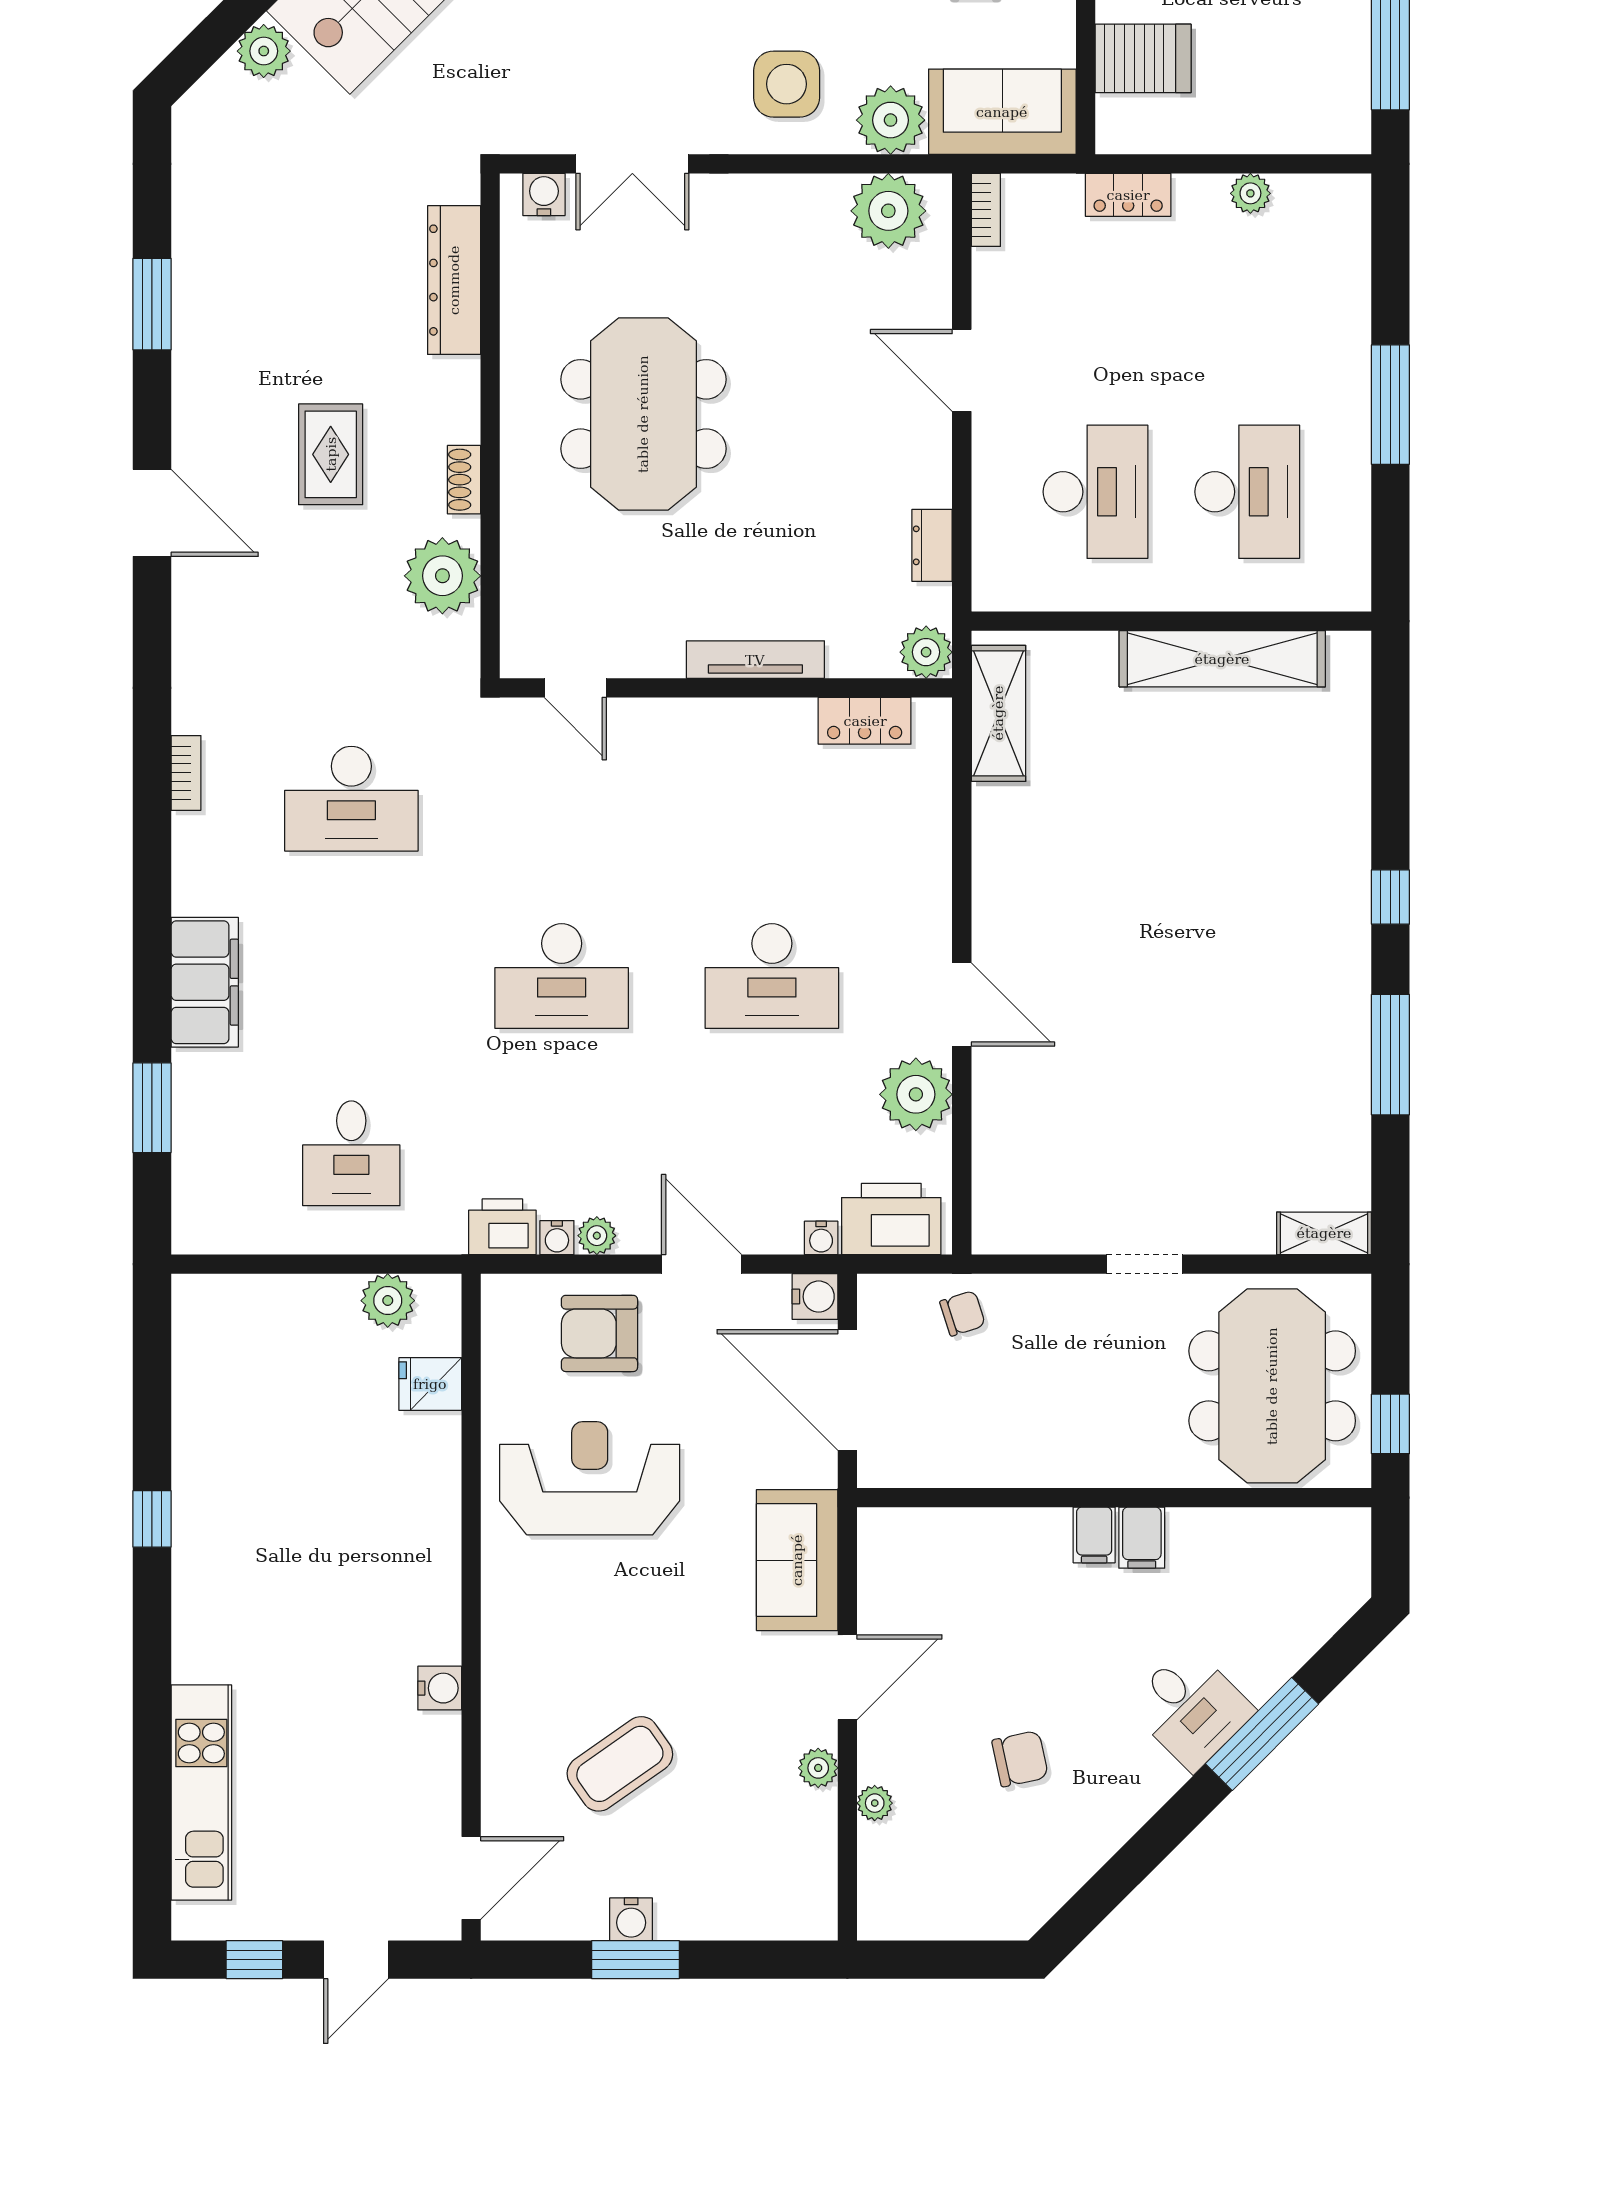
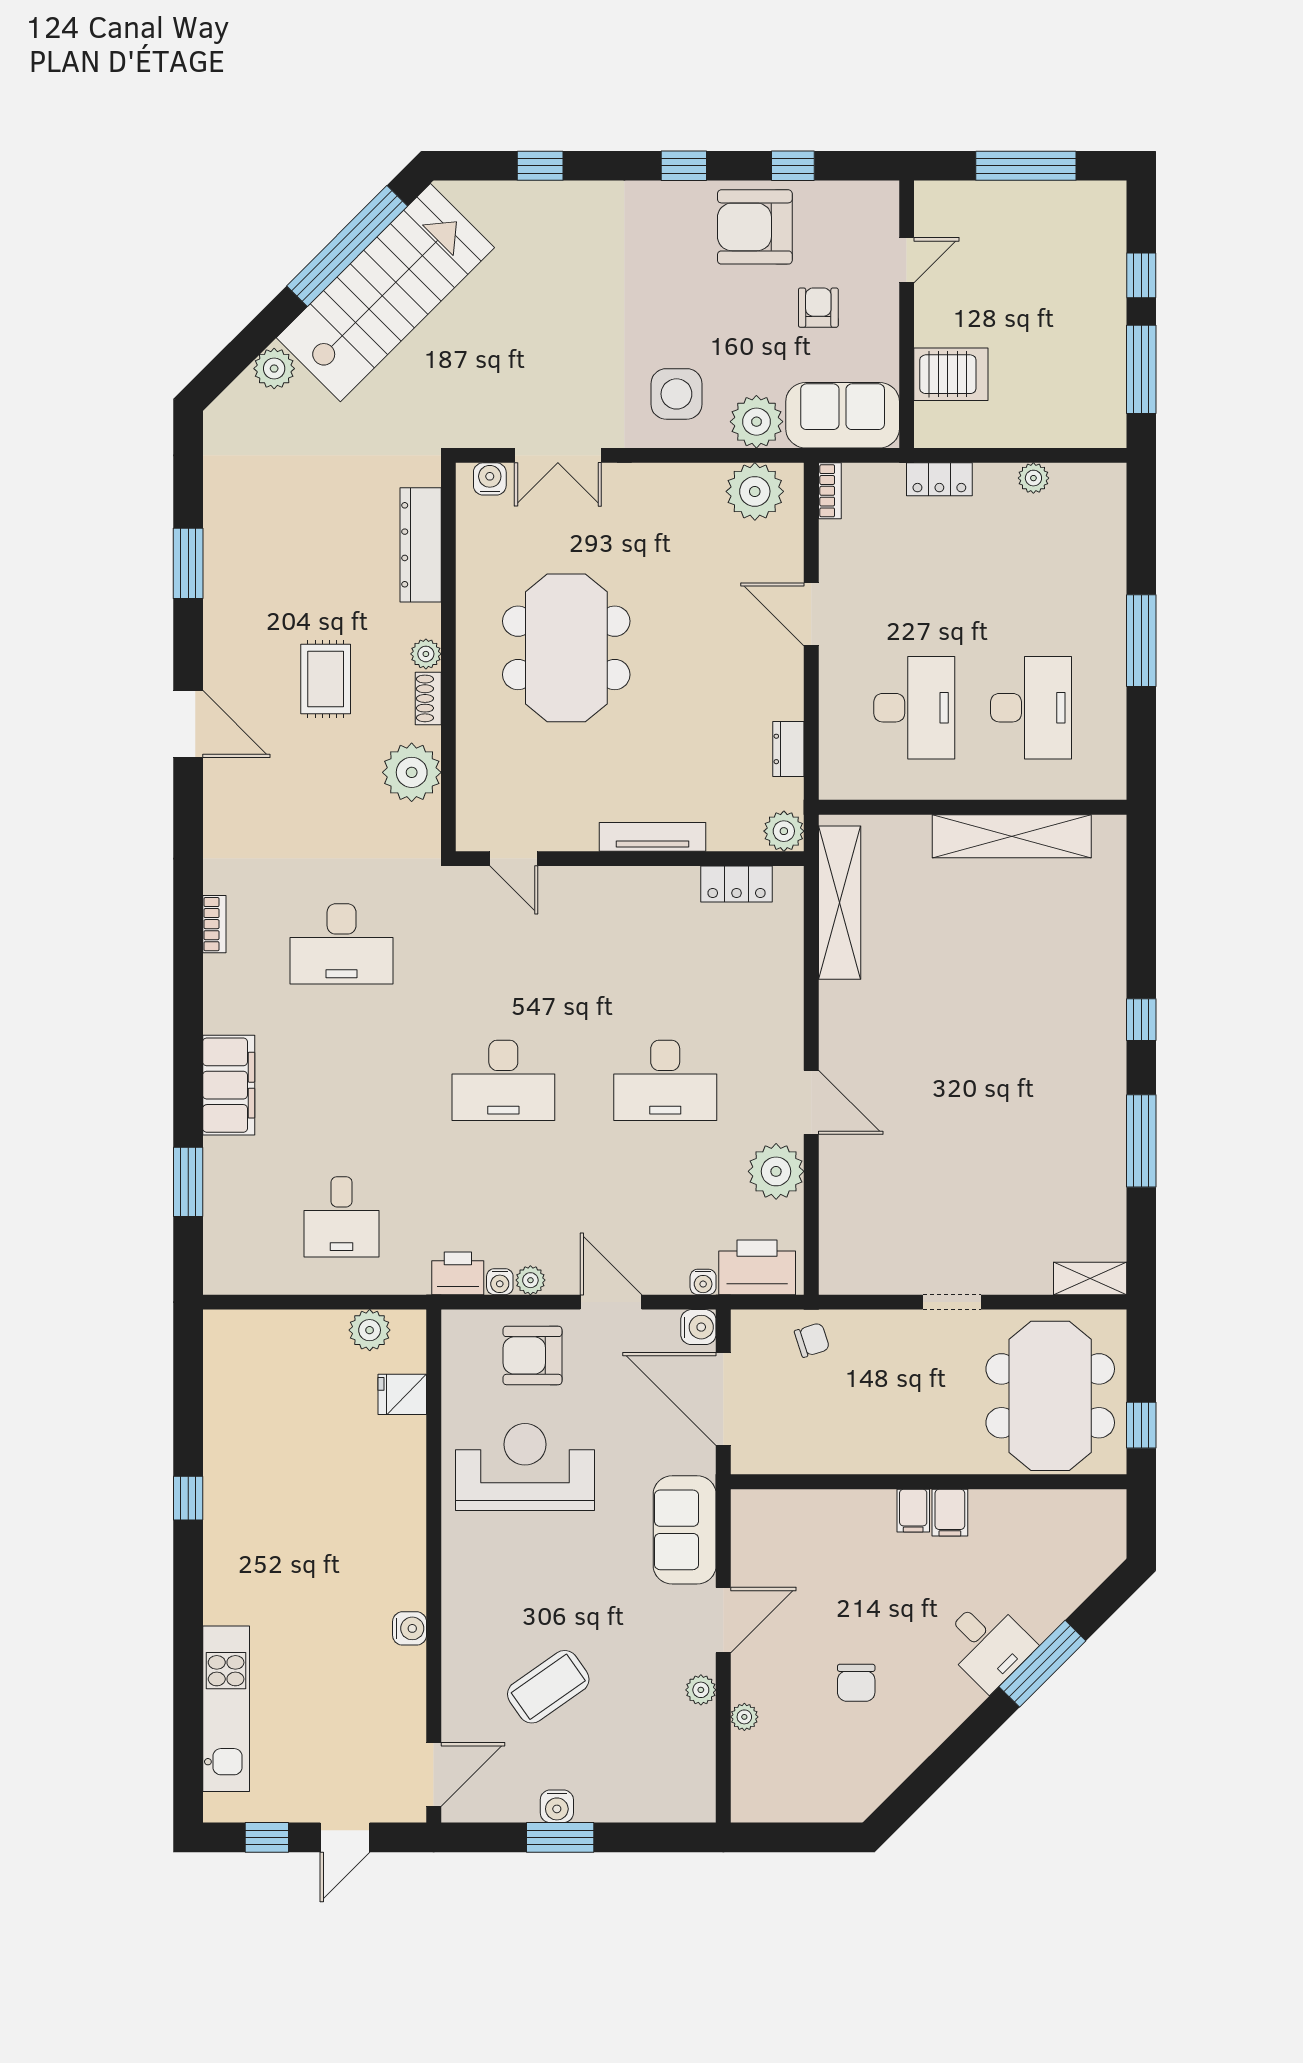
plant: (461, 422) -> (426, 654), added
shelving: (998, 713) -> (840, 903), width x1.47
chair: (1020, 1759) -> (856, 1683), turned 102

